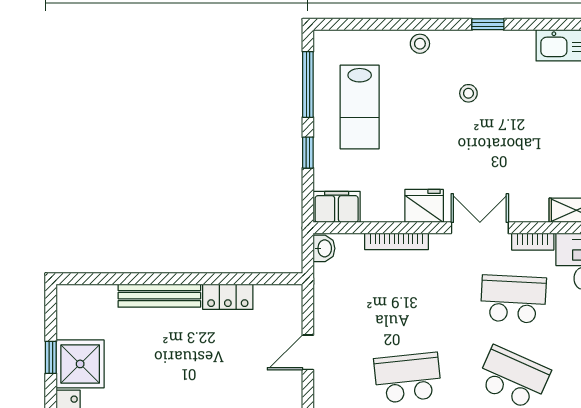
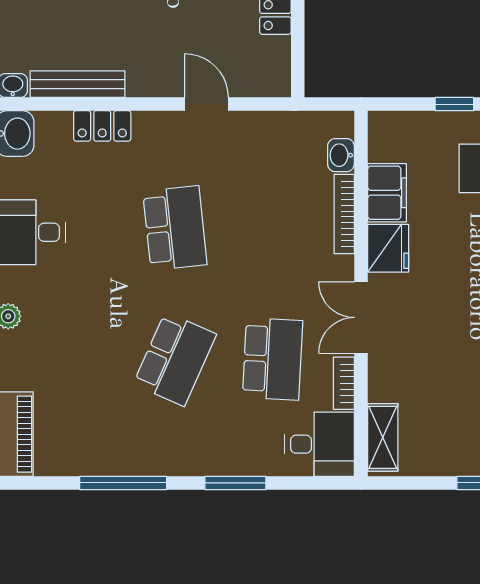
filing cabinet: (337, 207) -> (387, 193), moved
double door: (480, 228) -> (361, 317), swing flipped
washbasin: (324, 248) -> (341, 155), moved, turned 90

